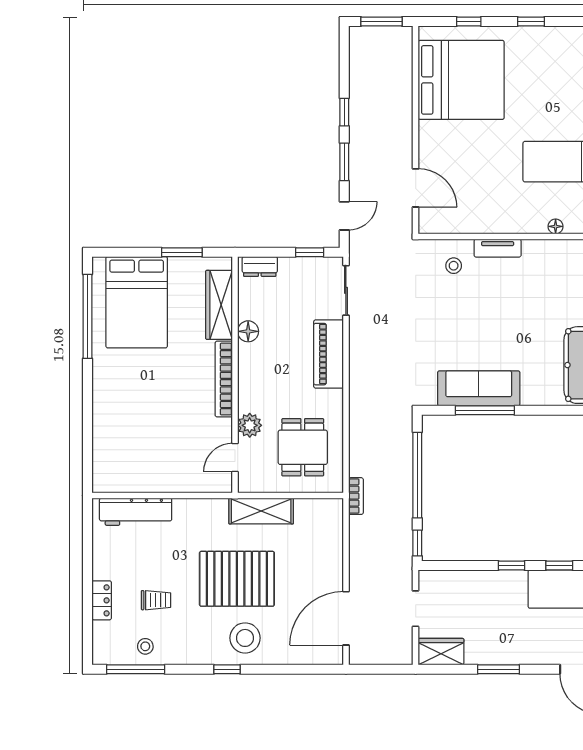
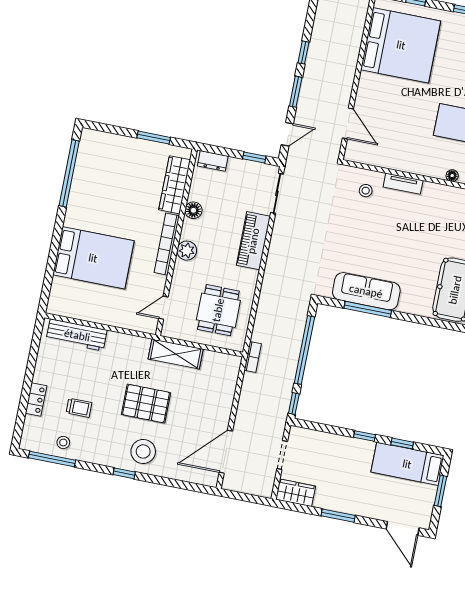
bed: (137, 302) -> (93, 258), moved, turned -90
plant: (250, 425) -> (187, 251), moved
pallet: (237, 579) -> (146, 404), width x0.73, depth x0.71

